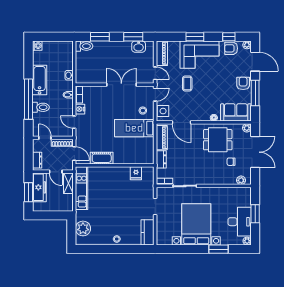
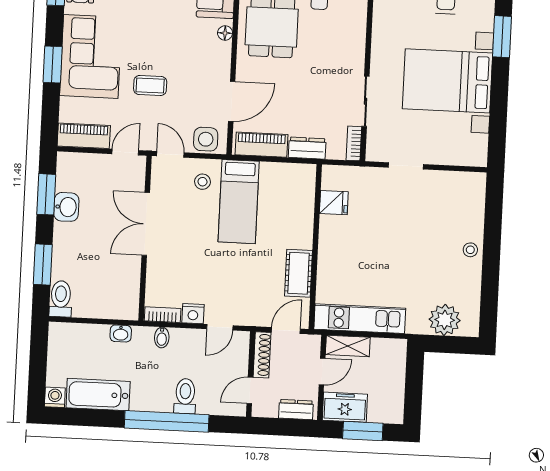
washbasin: (139, 47) -> (66, 207), moved
bathtub: (40, 80) -> (98, 395), moved
freezer: (39, 187) -> (345, 407), width x0.71
kitchen counter: (147, 232) -> (459, 184), removed

